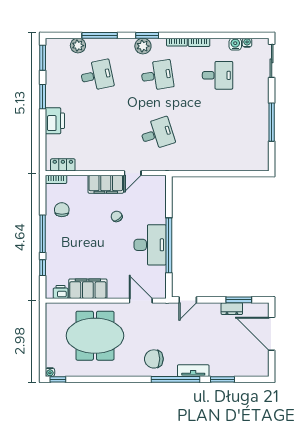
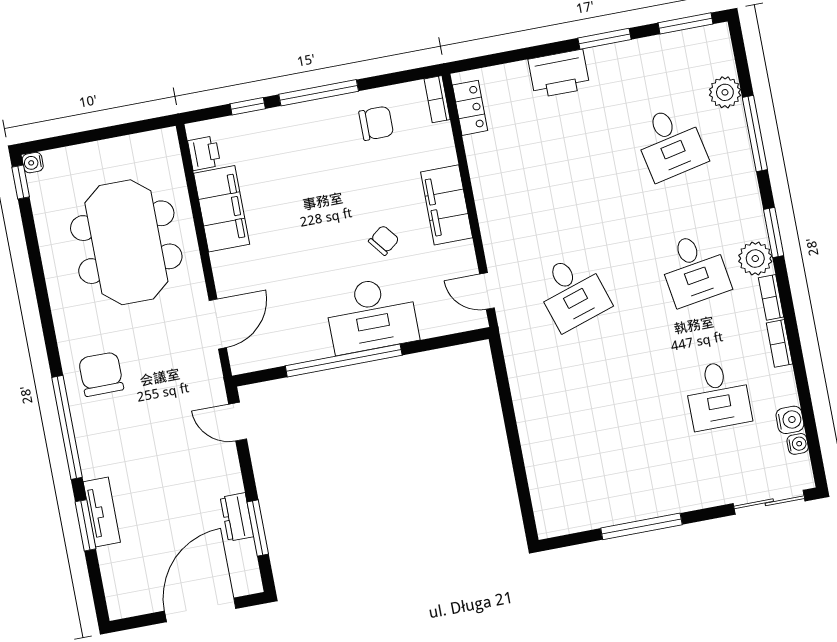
plant: (143, 46) -> (755, 259), moved
door: (133, 173) -> (487, 291), moved
desk: (150, 245) -> (372, 315), moved
tv unit: (193, 371) -> (102, 512), moved

